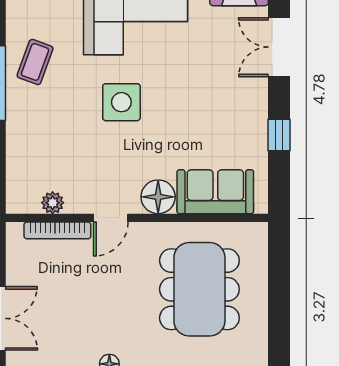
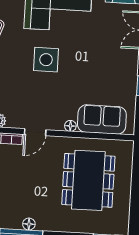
floor lamp: (158, 197) -> (70, 126), width x0.53, depth x0.53

